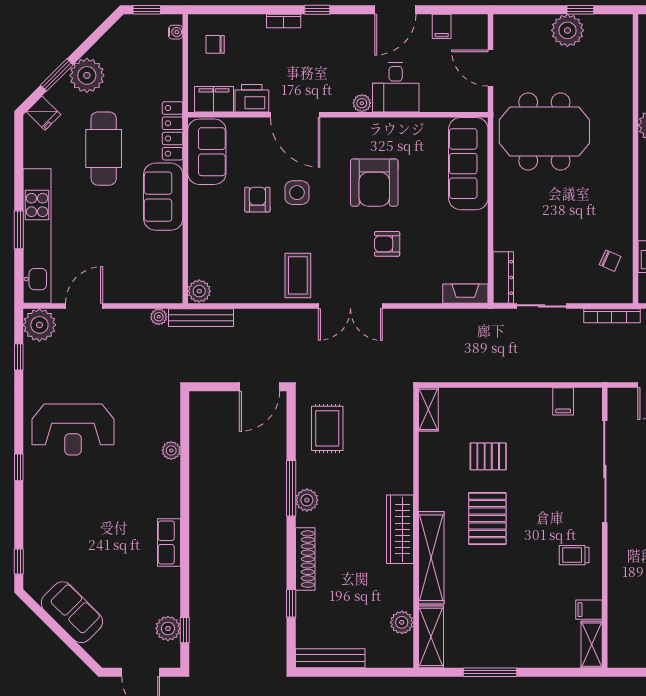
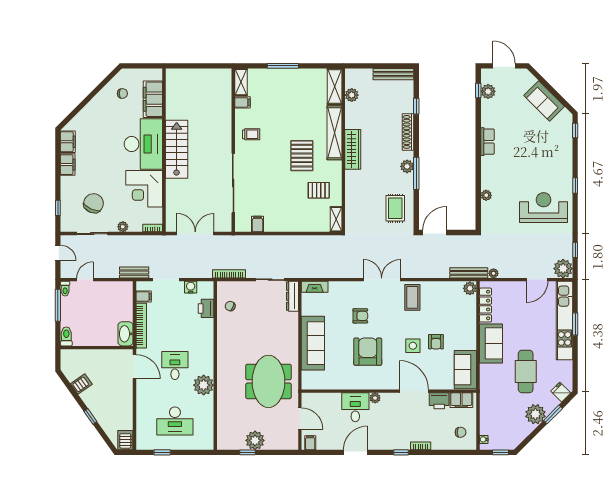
filing cabinet: (442, 26) -> (310, 443), moved
locker: (173, 131) -> (485, 305), moved
meeting table: (544, 132) -> (268, 381), turned 90
sofa: (468, 164) -> (313, 343), moved
pallet: (488, 456) -> (319, 190), moved
window: (490, 672) -> (283, 66), moved

